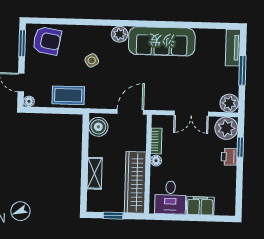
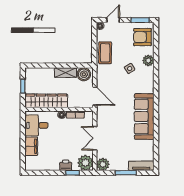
plant: (120, 34) -> (148, 60), moved
armchair: (47, 41) -> (142, 37), turned 80
shelving: (95, 173) -> (65, 73), moved

